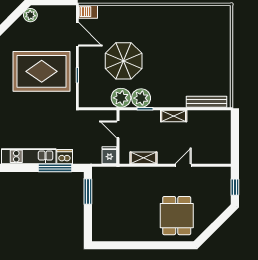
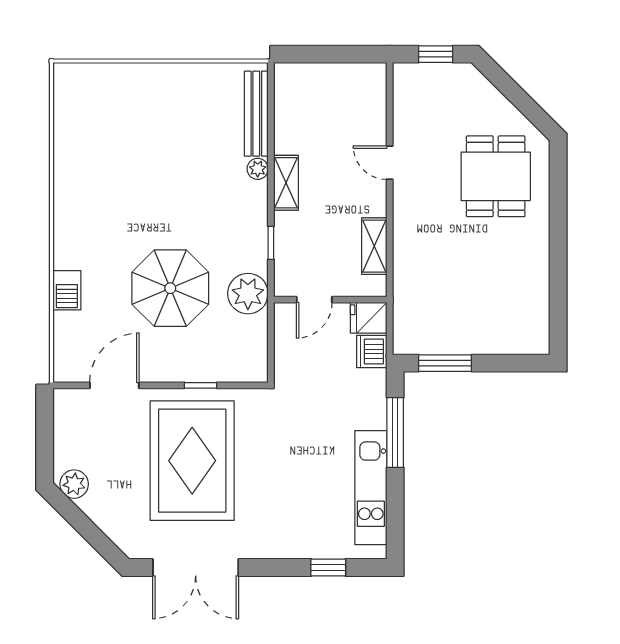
barbecue: (88, 12) -> (67, 290), moved
plant: (141, 98) -> (258, 169), moved, width x0.53, depth x0.53
dishwasher: (65, 157) -> (372, 352), moved
dining table: (177, 216) -> (496, 176), turned 90

